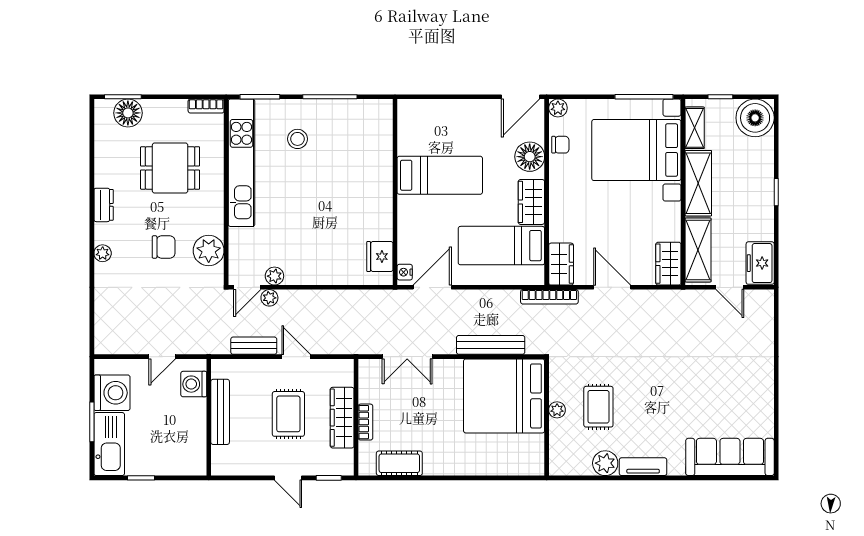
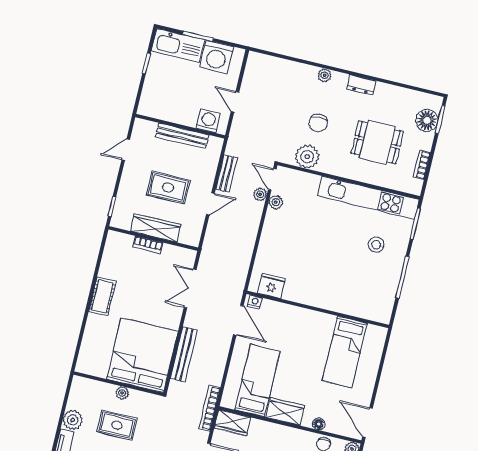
bookcase: (206, 106) -> (422, 165), moved
floor lamp: (530, 157) -> (319, 424), width x0.53, depth x0.53
dining table: (170, 168) -> (377, 142), turned 90
bed: (440, 175) -> (345, 352), moved
cot: (399, 463) -> (102, 296), moved
door: (288, 478) -> (126, 150), moved

